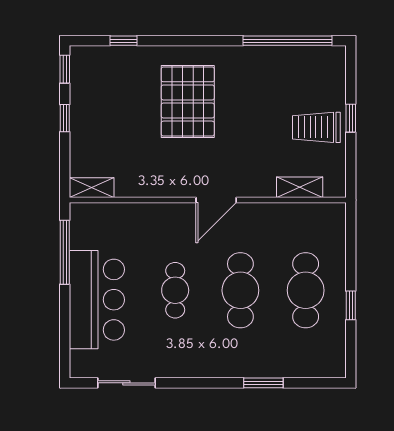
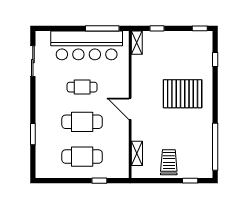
window: (65, 118) -> (157, 28), moved
window: (351, 118) -> (190, 181), moved
bar counter: (97, 300) -> (87, 45), width x1.36
window: (351, 305) -> (99, 181), moved

